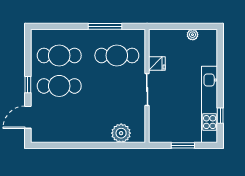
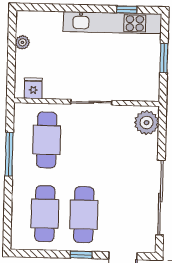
fridge: (157, 63) -> (33, 88), moved
plant: (121, 133) -> (147, 123), moved
sliding door: (74, 145) -> (160, 198), added

